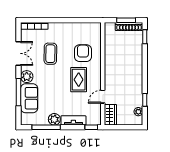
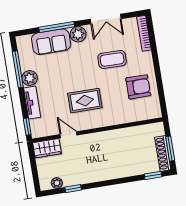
armchair: (83, 53) -> (138, 87), moved

